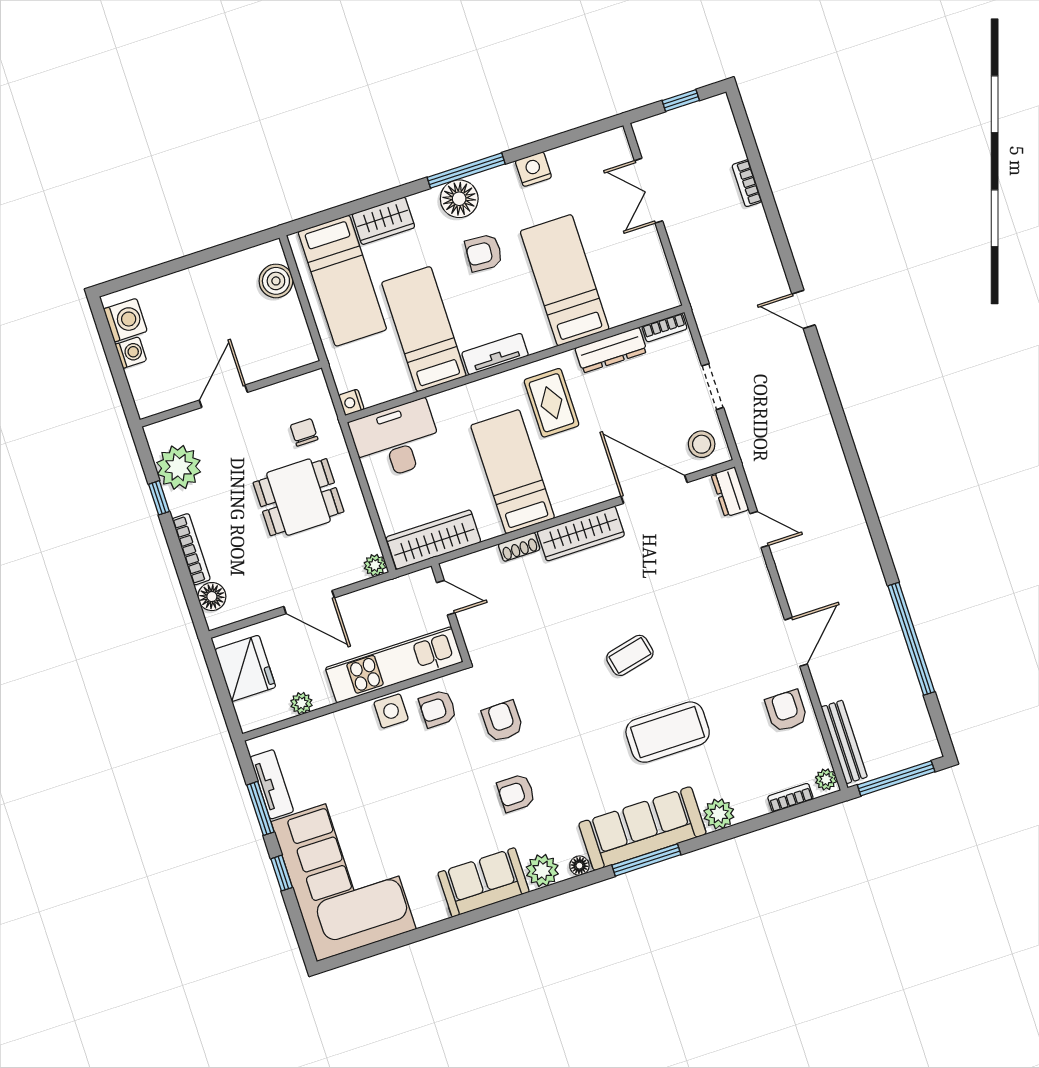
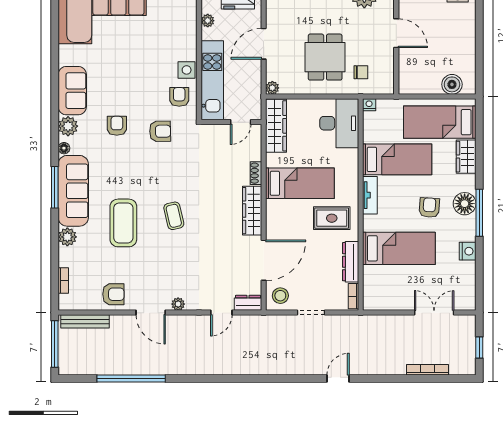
bookcase: (747, 183) -> (428, 370), width x1.56
plant: (826, 779) -> (178, 304), moved

